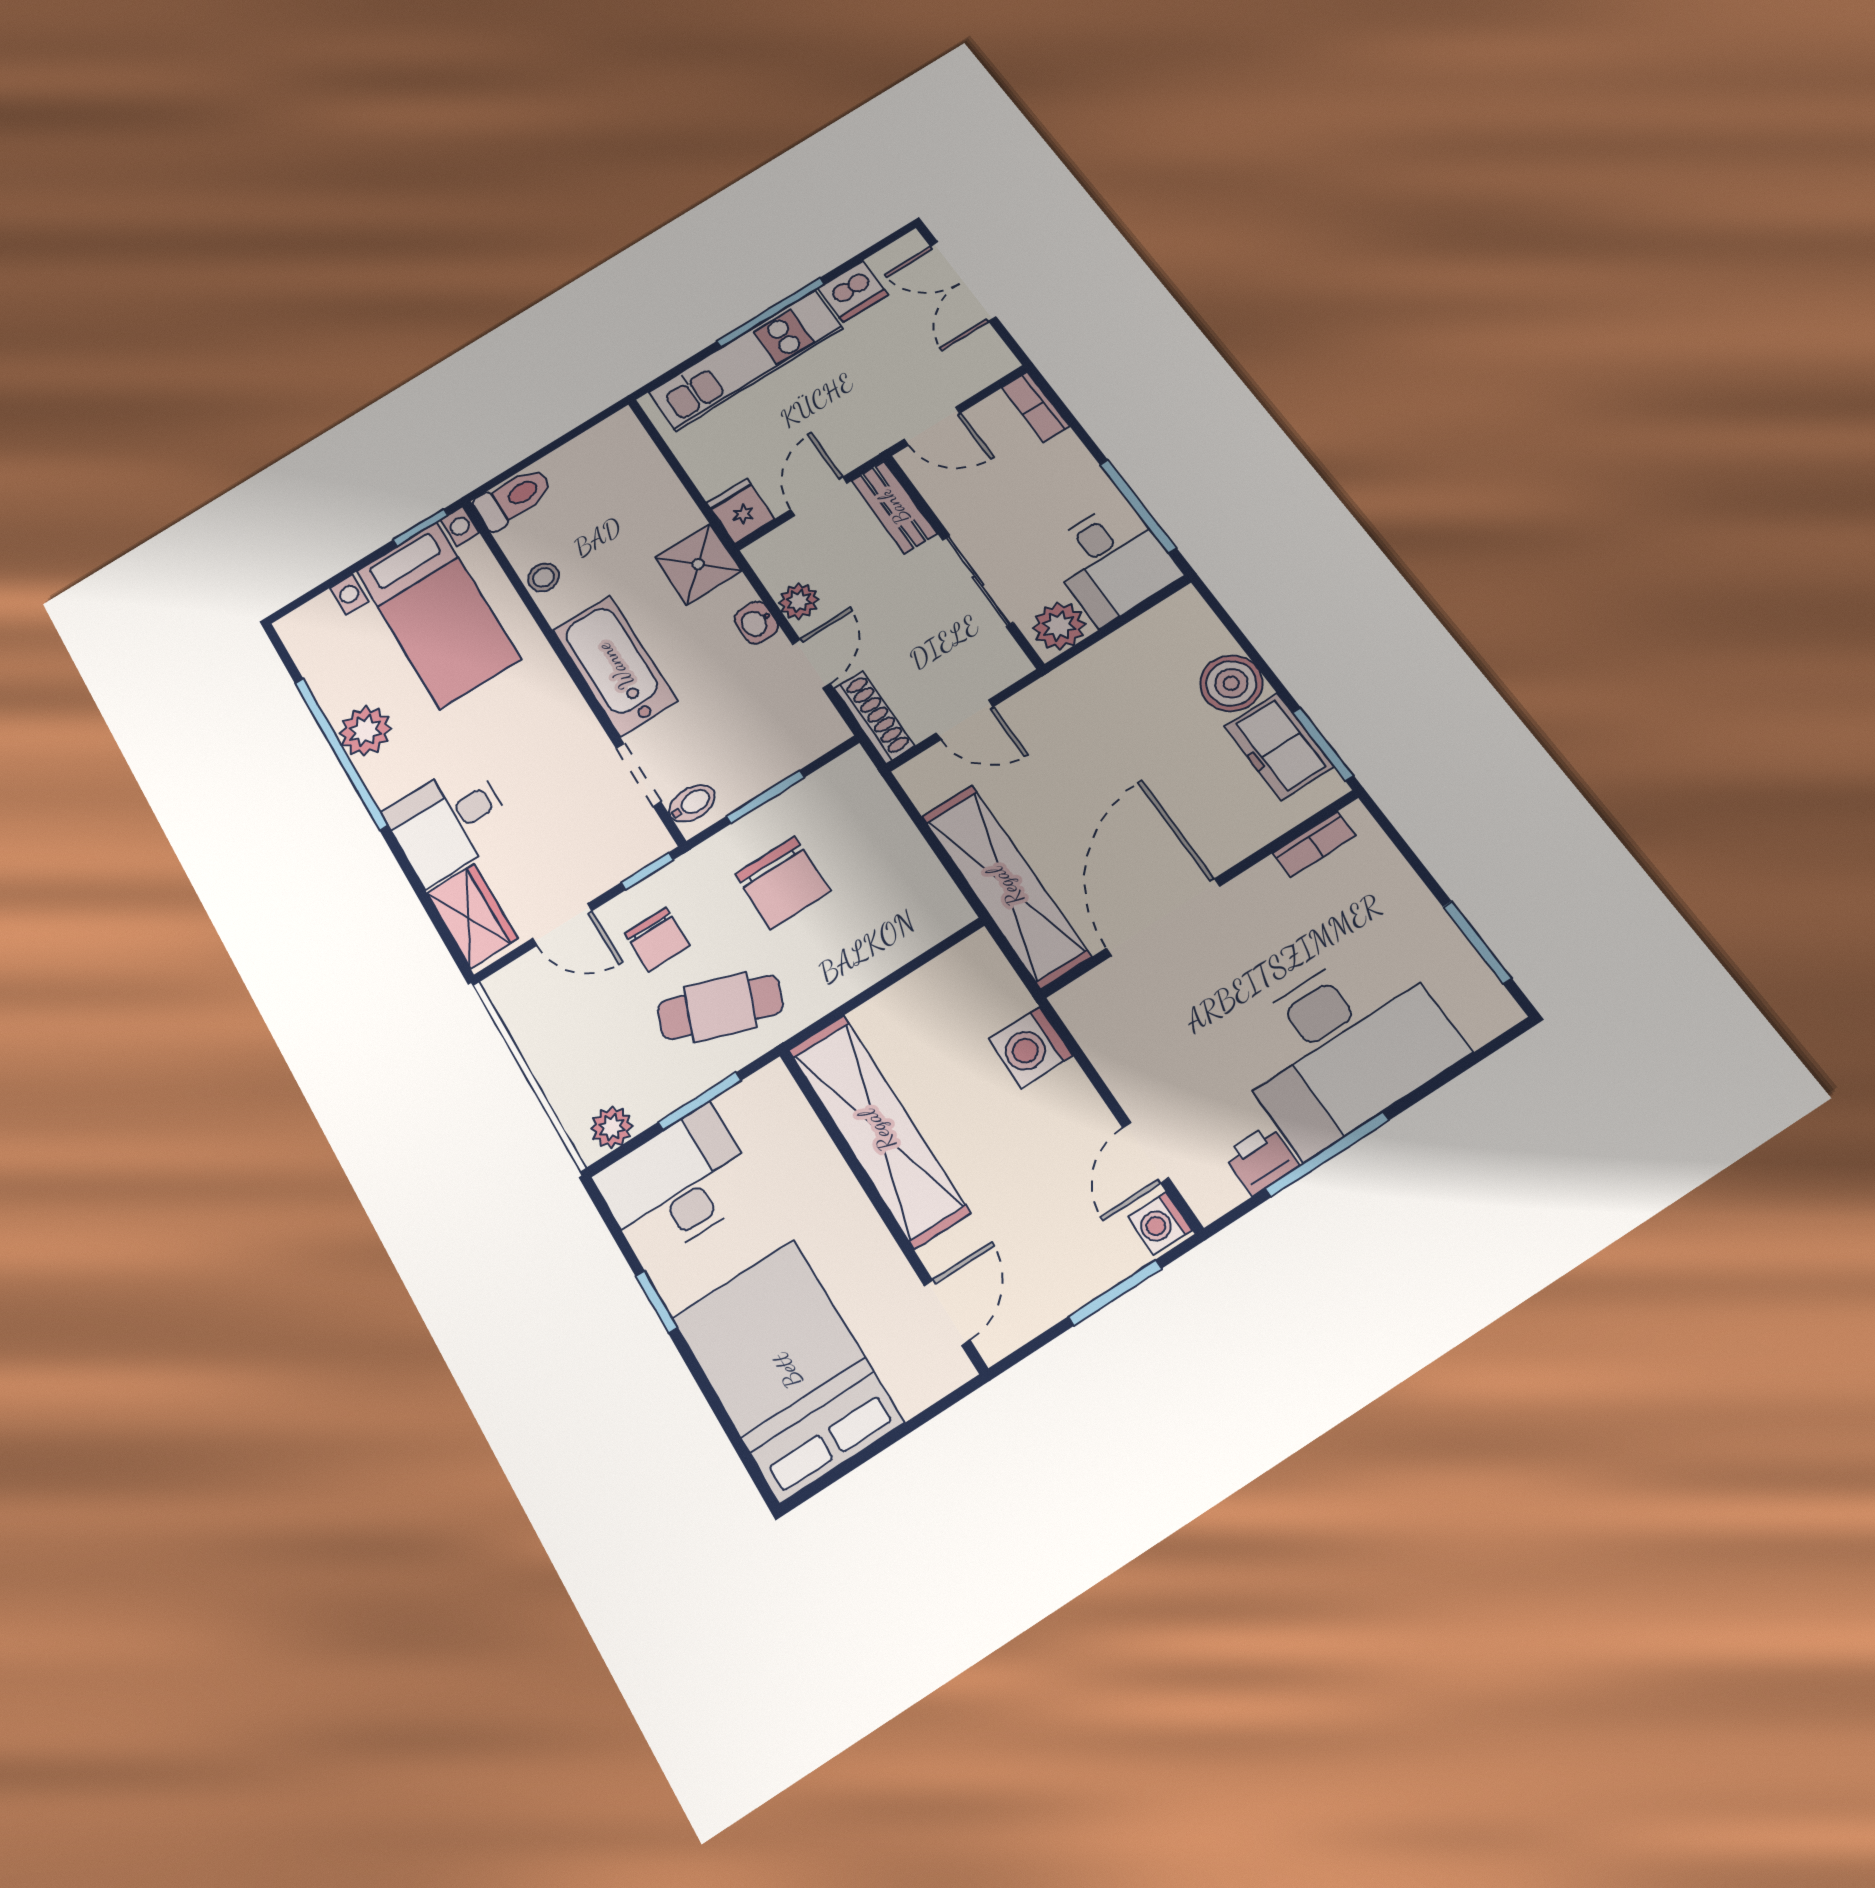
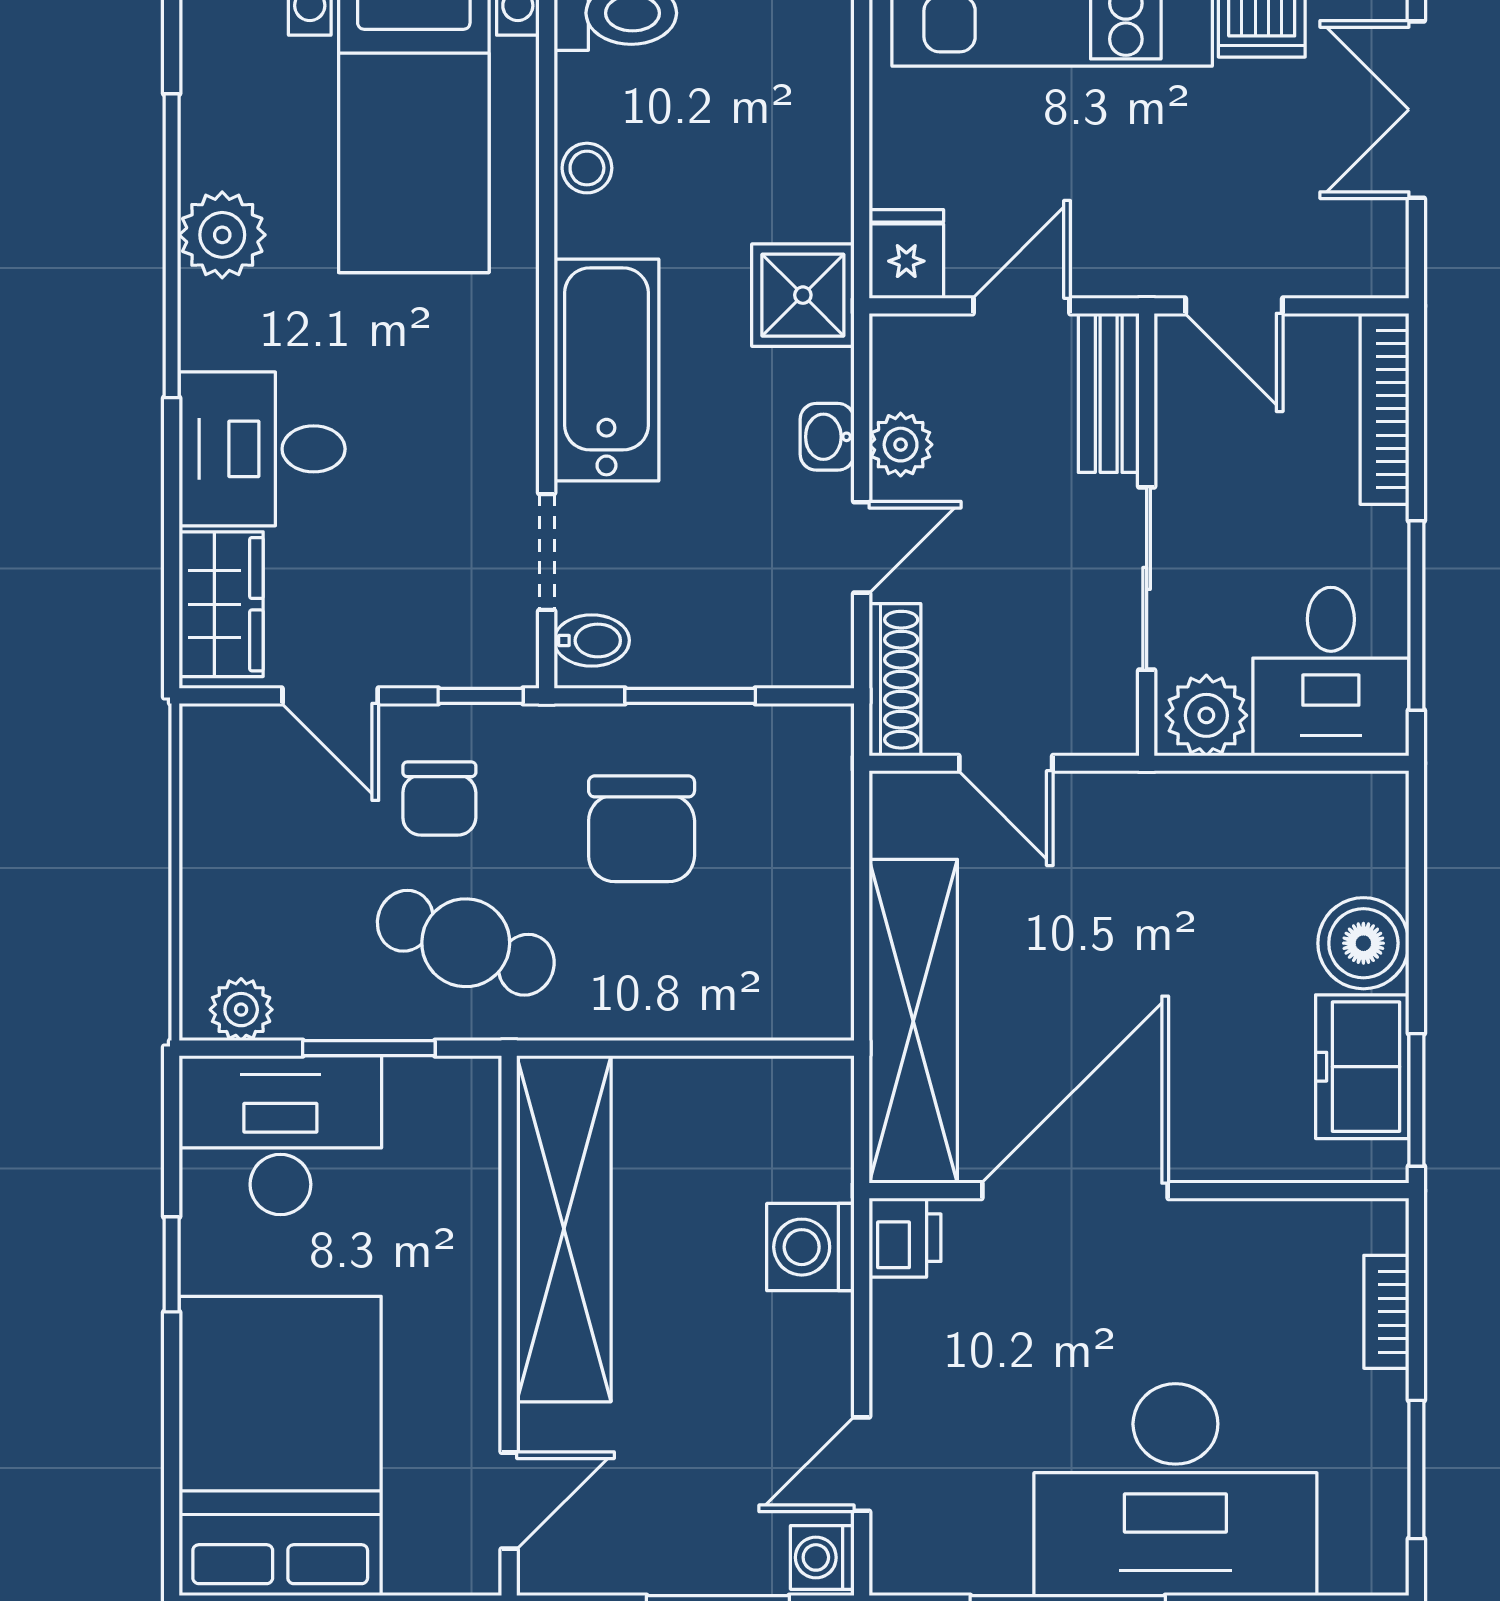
bookcase: (1035, 407) -> (1385, 409), width x1.56
bookcase: (1314, 844) -> (1386, 1312), moved, turned 90
printer: (1261, 1160) -> (905, 1238), moved, turned 90

